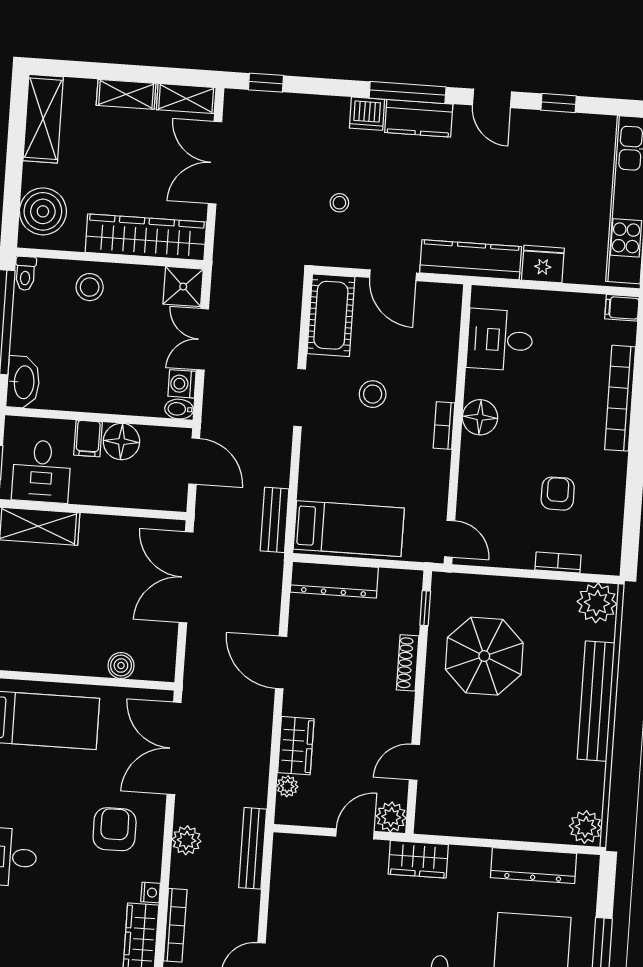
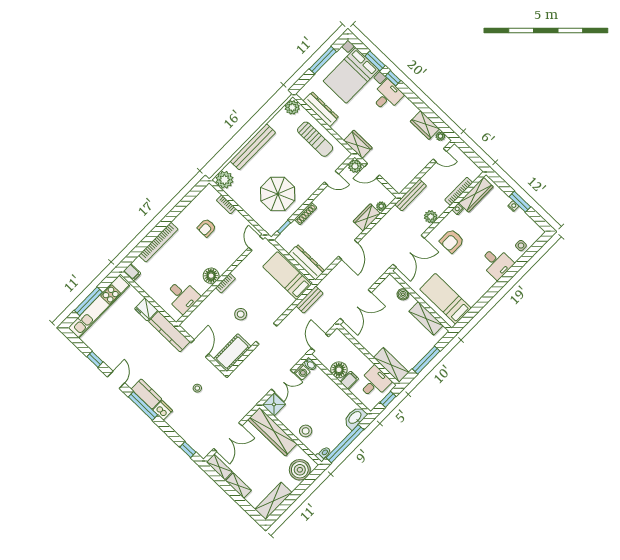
shelving: (46, 658) -> (426, 318), added
sun lounger: (500, 805) -> (315, 139), added

